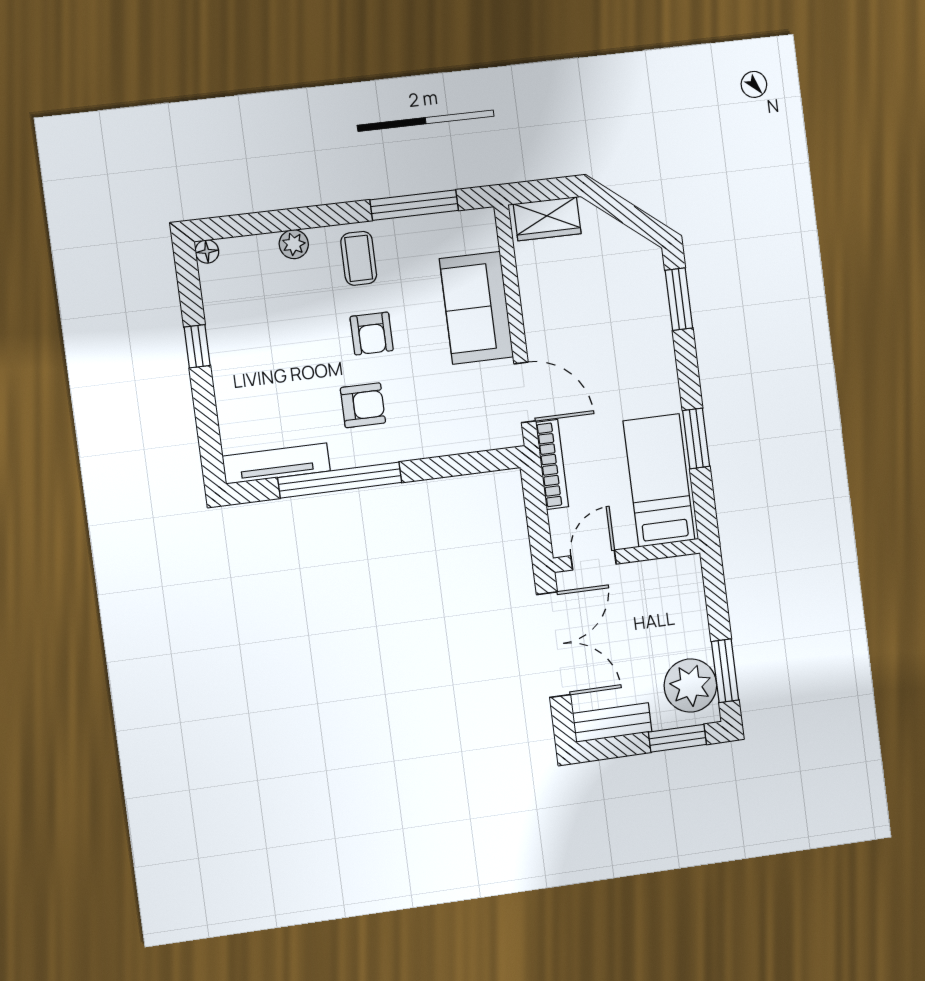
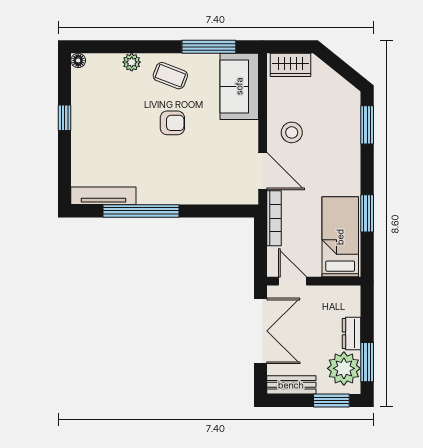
coffee table: (359, 258) -> (170, 76), turned -69
sofa: (476, 308) -> (239, 86), moved
stool: (563, 326) -> (292, 132), added
armchair: (372, 334) -> (172, 123), turned -90
armchair: (363, 405) -> (161, 167), removed
door: (594, 560) -> (293, 281), hinge flipped
dresser: (695, 629) -> (352, 333), added

